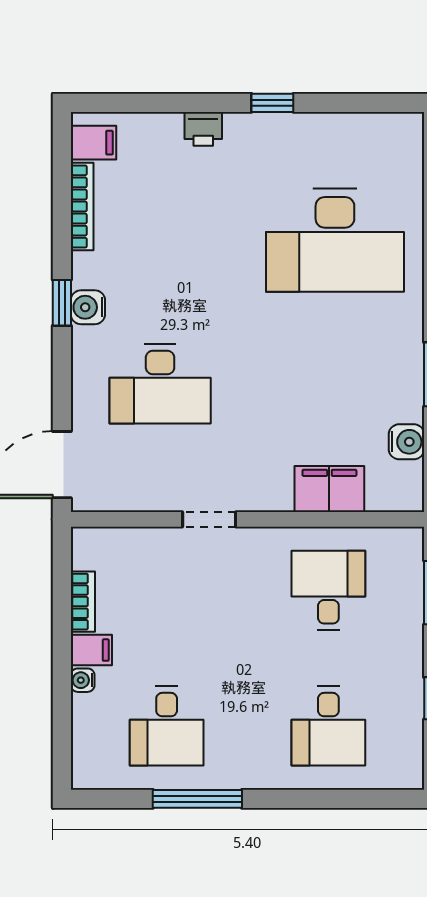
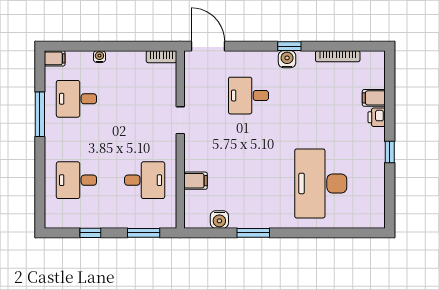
filing cabinet: (94, 143) -> (374, 98), moved, turned 90
desk: (160, 384) -> (248, 96), width x0.73
filing cabinet: (329, 489) -> (196, 181), width x0.50
bookcase: (83, 602) -> (162, 57), moved
filing cabinet: (91, 650) -> (55, 58), moved, turned -90

